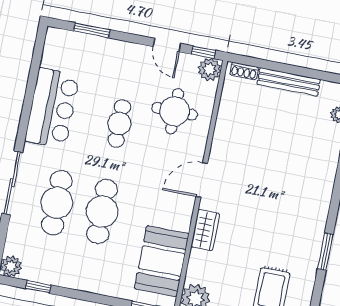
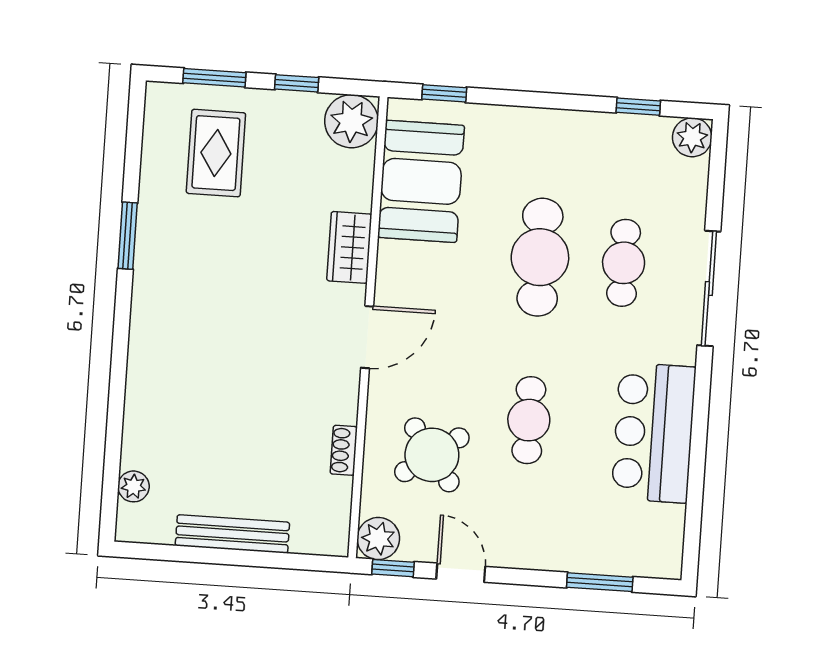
shoe rack: (244, 71) -> (344, 450), moved, turned -90
round table: (175, 111) -> (432, 455), turned -36
cafe table: (57, 203) -> (624, 263), width x0.73, depth x0.74

